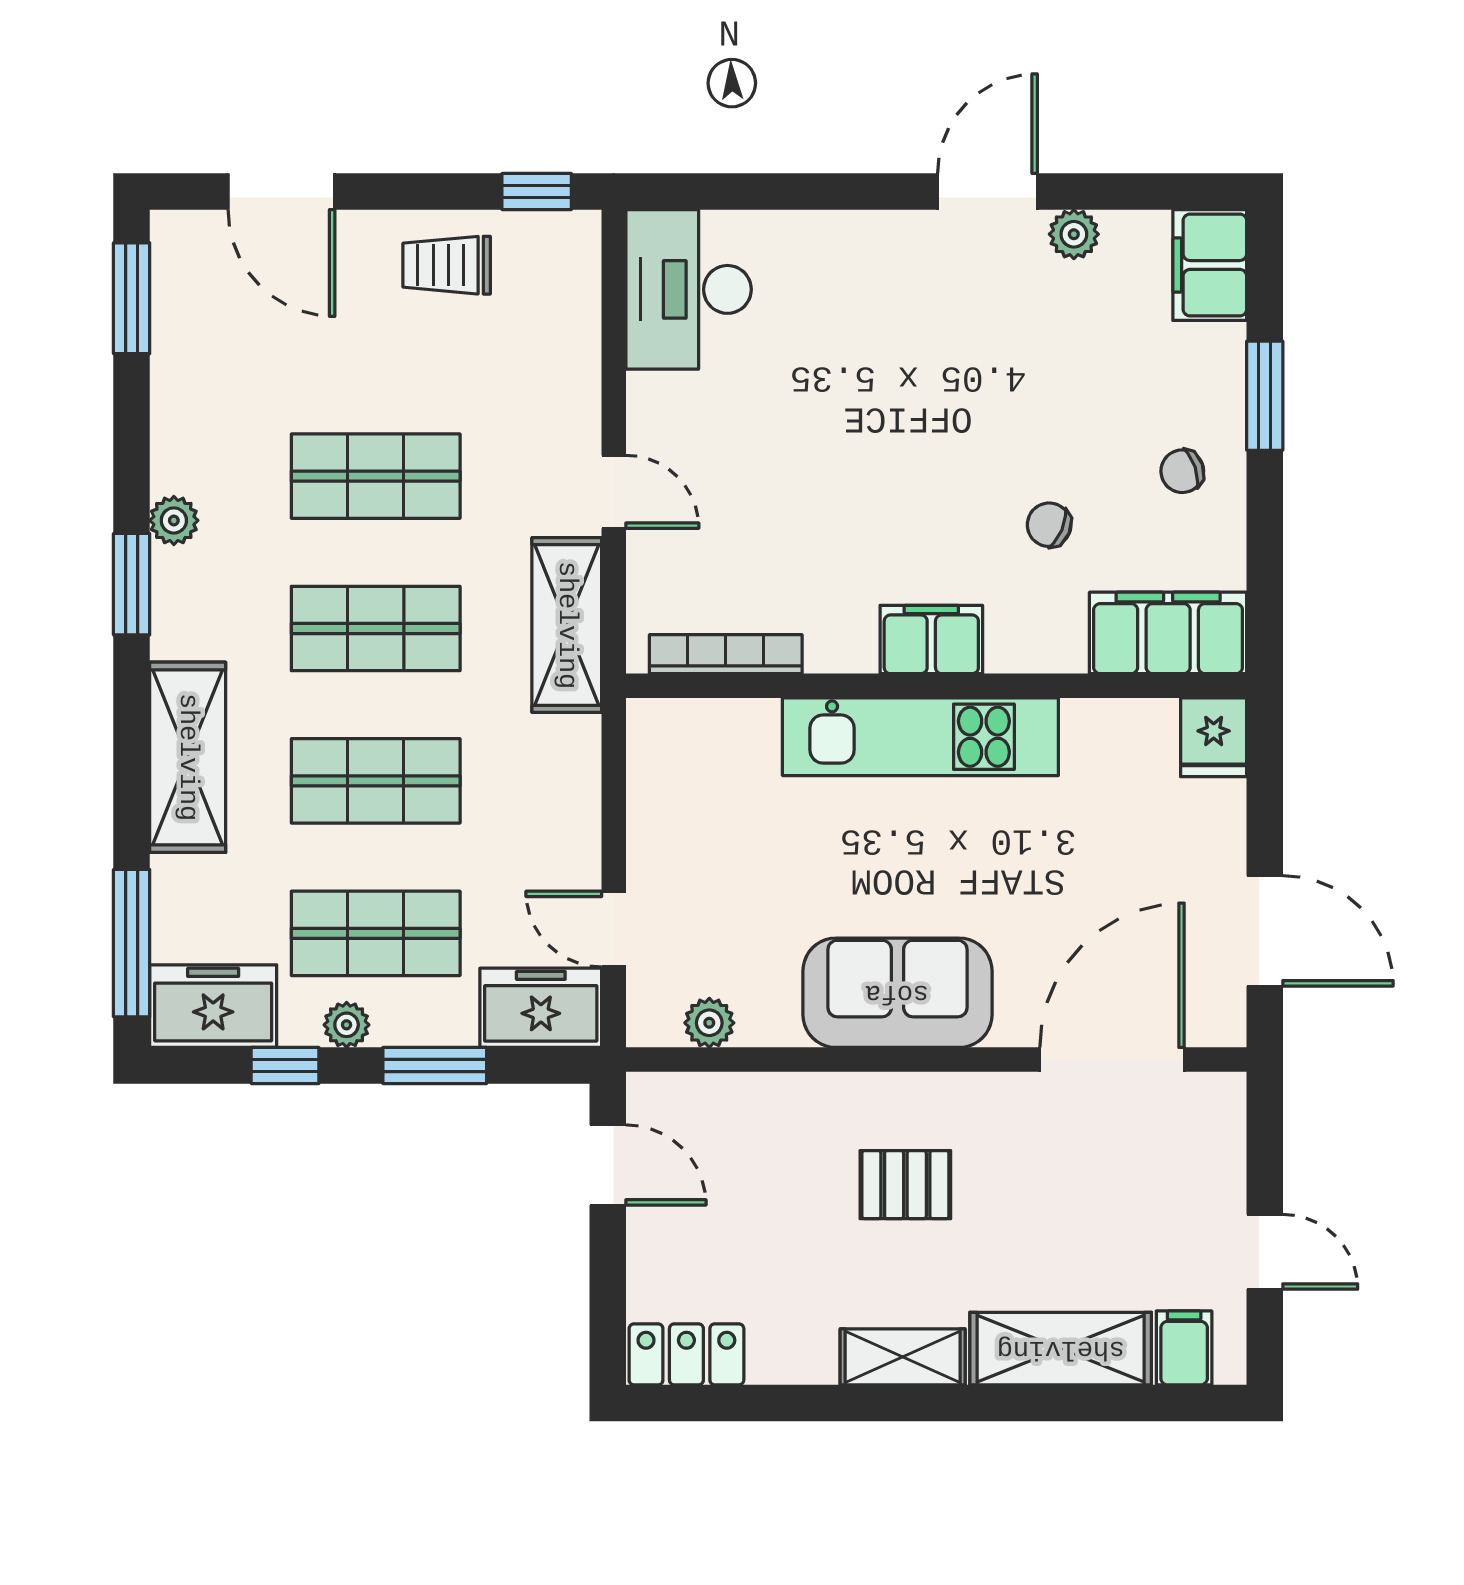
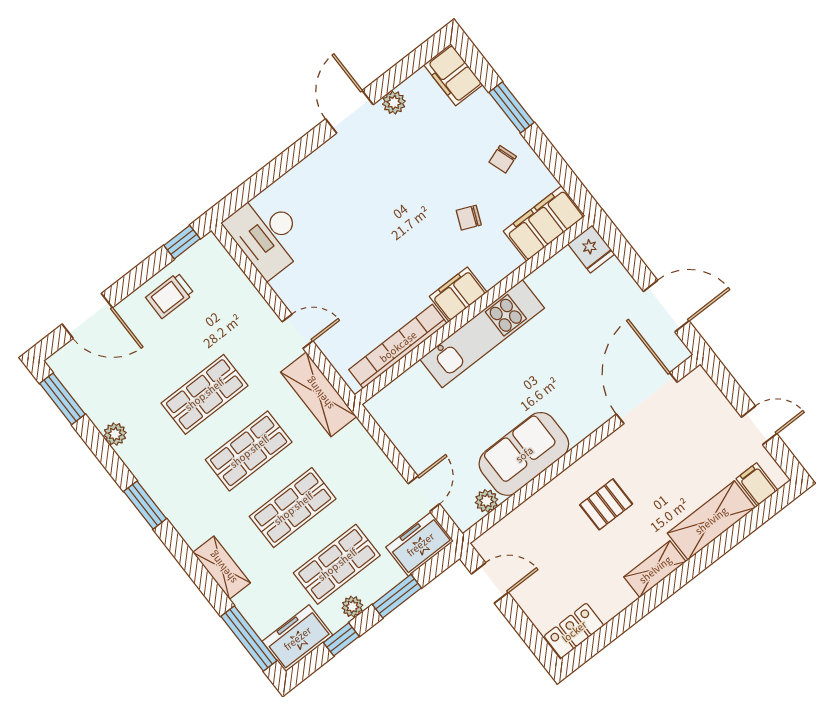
plant: (174, 520) -> (115, 434), moved
bookcase: (726, 654) -> (398, 346), width x1.48, depth x1.31
shelving: (188, 757) -> (222, 568), width x0.67, depth x0.75
door: (614, 929) -> (424, 494), swing flipped
sofa: (897, 993) -> (524, 454), moved

